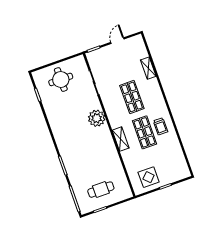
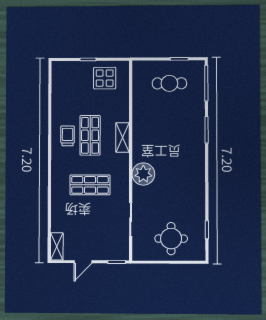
shelving: (148, 68) -> (57, 246), moved
shop shelf: (132, 97) -> (90, 185), turned 90

